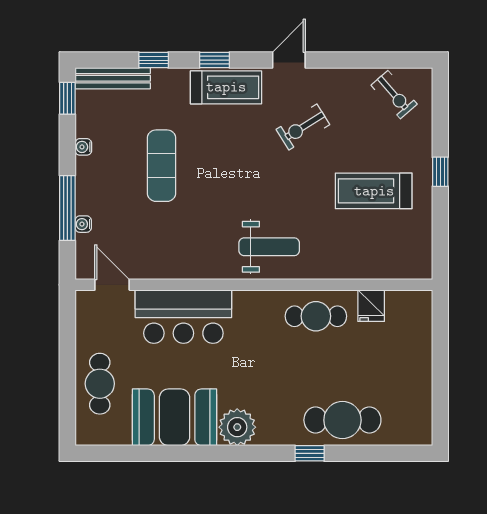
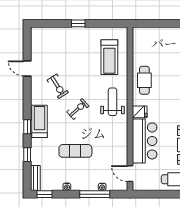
door: (289, 60) -> (27, 68), moved
bench: (113, 78) -> (35, 178), width x0.73
exercise bike: (394, 95) -> (78, 109), moved
treadmill: (374, 191) -> (109, 57), moved
door: (112, 285) -> (130, 174), hinge flipped
fridge: (371, 306) -> (140, 112), moved

